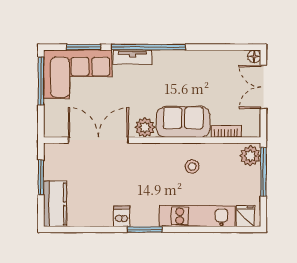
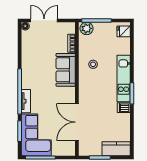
double door: (263, 87) -> (44, 20), swing flipped
plant: (145, 127) -> (69, 93), removed
kitchen unit: (197, 216) -> (124, 78), moved

